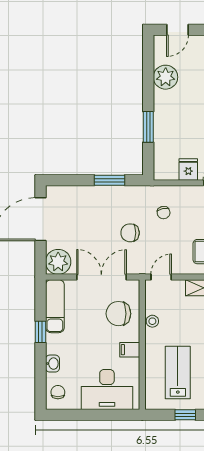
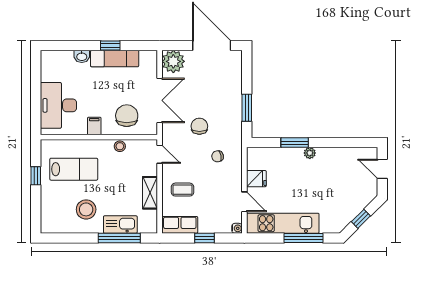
plant: (166, 77) -> (310, 153), moved, width x0.53, depth x0.53
exam couch: (55, 306) -> (115, 59), moved
chair: (58, 392) -> (56, 61), removed

